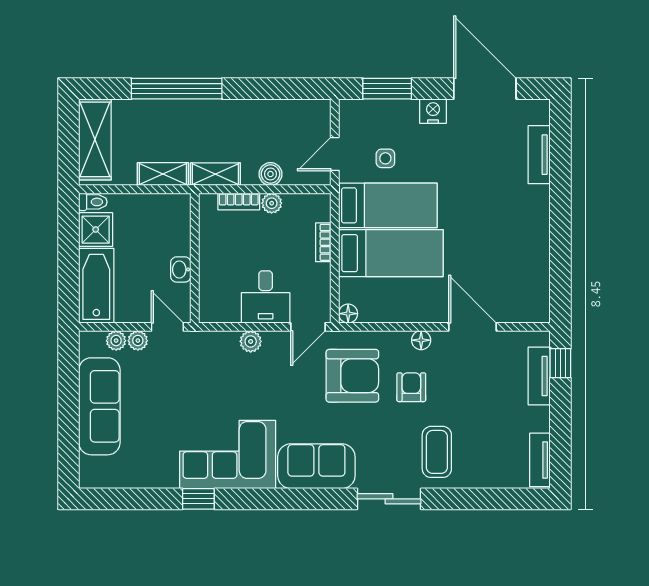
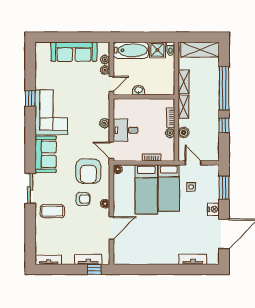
window: (255, 89) -> (224, 125), added

